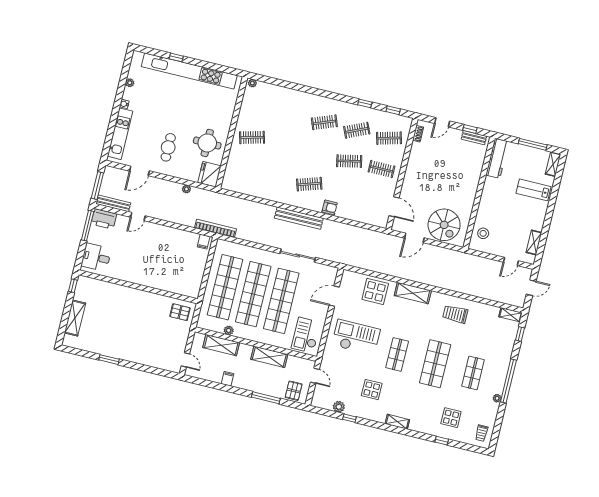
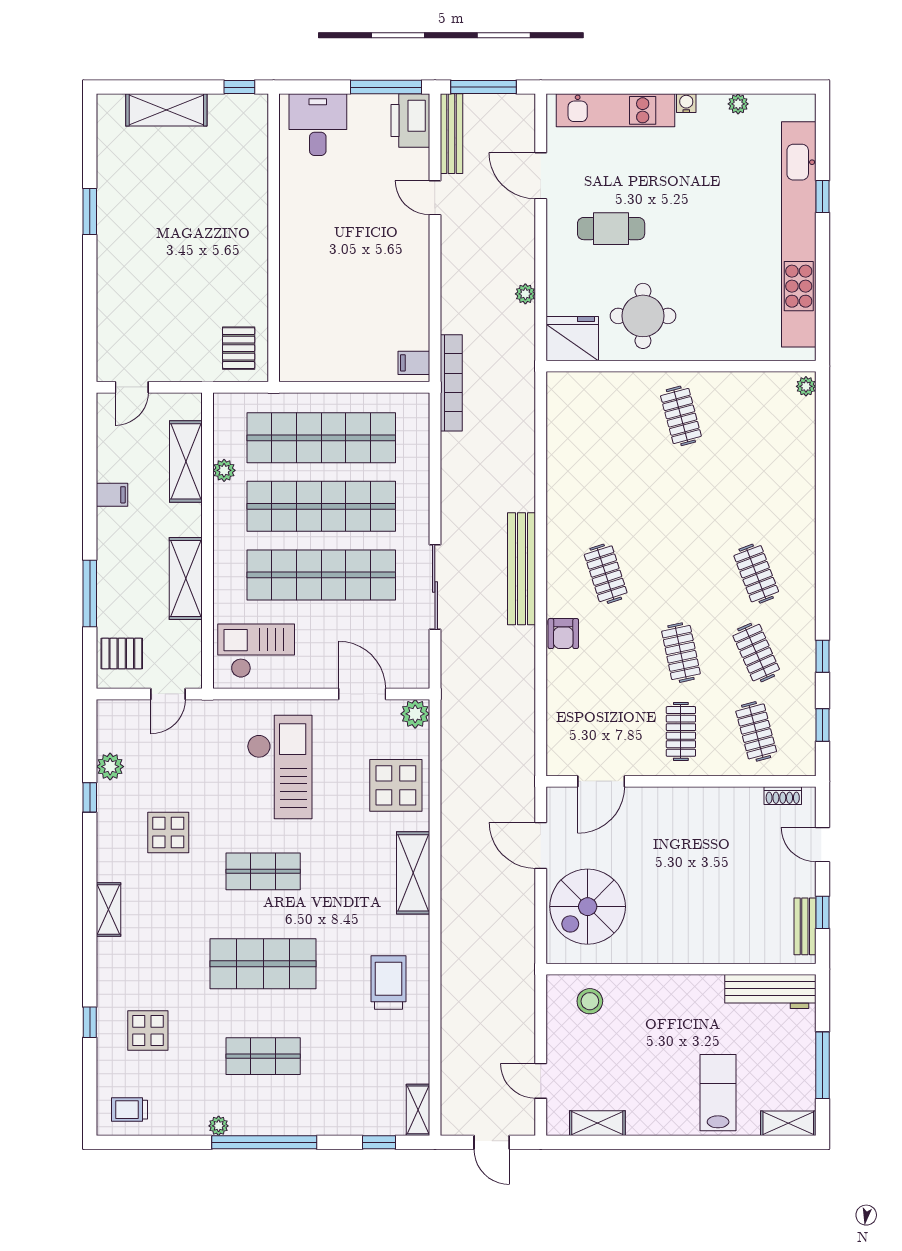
plant: (348, 276) -> (415, 714), added

